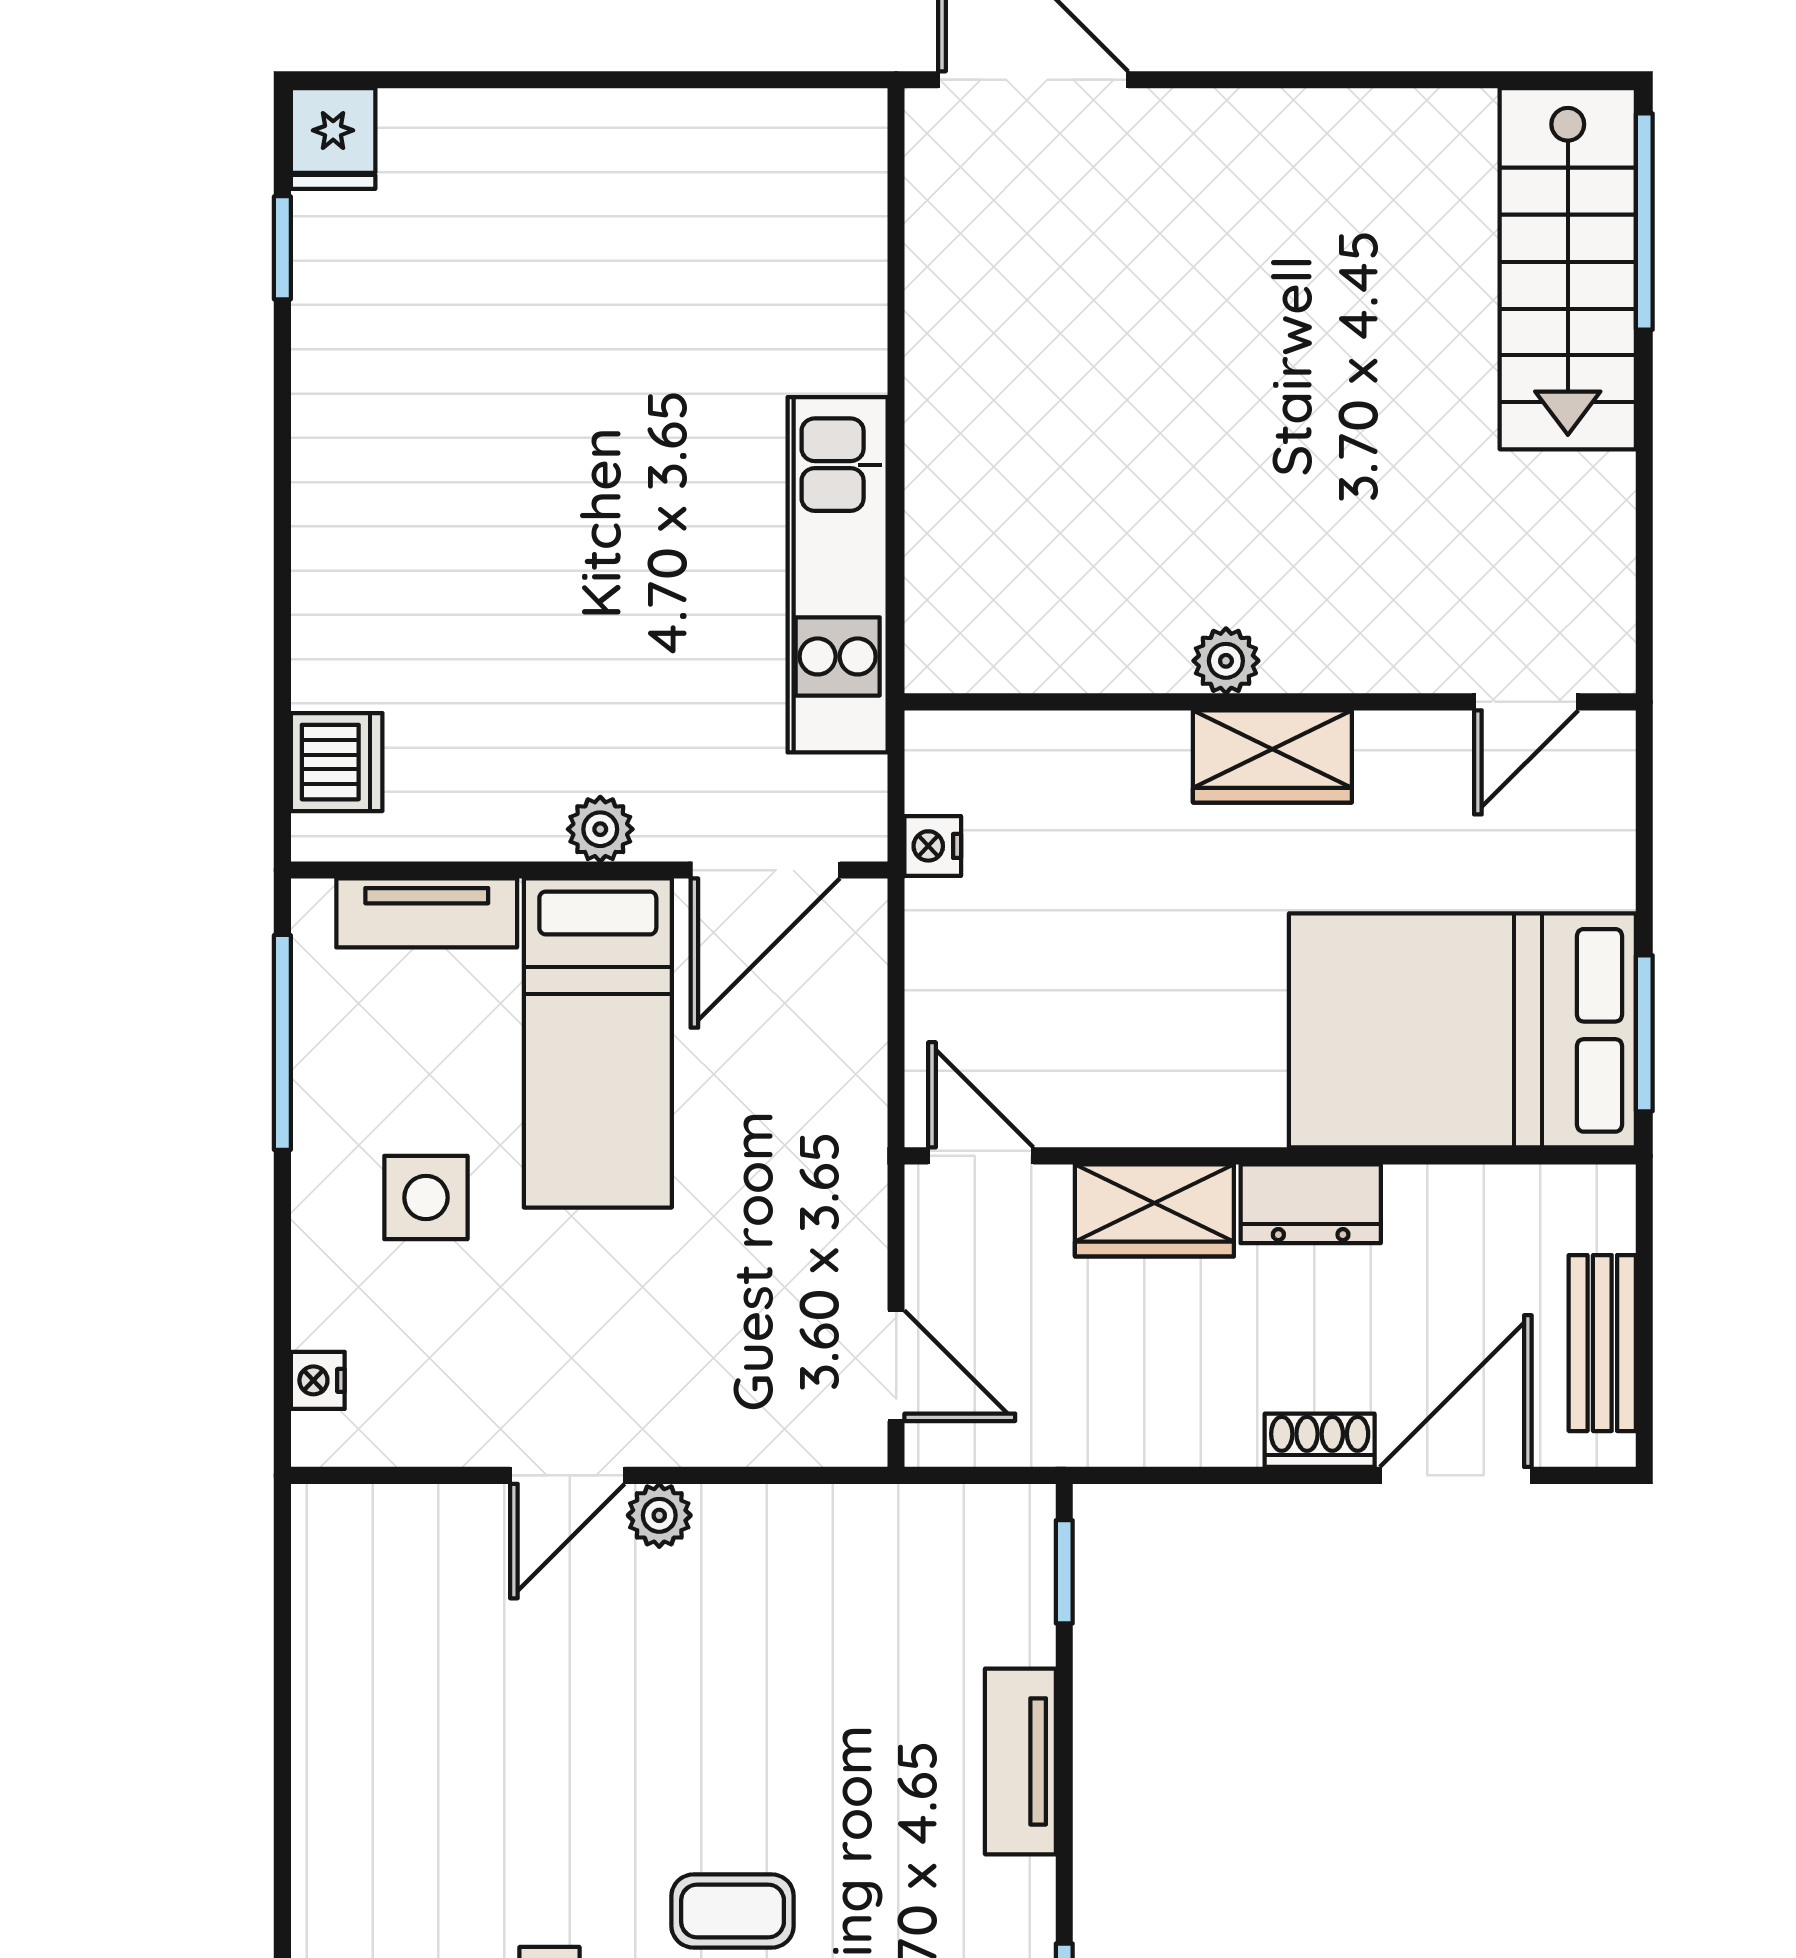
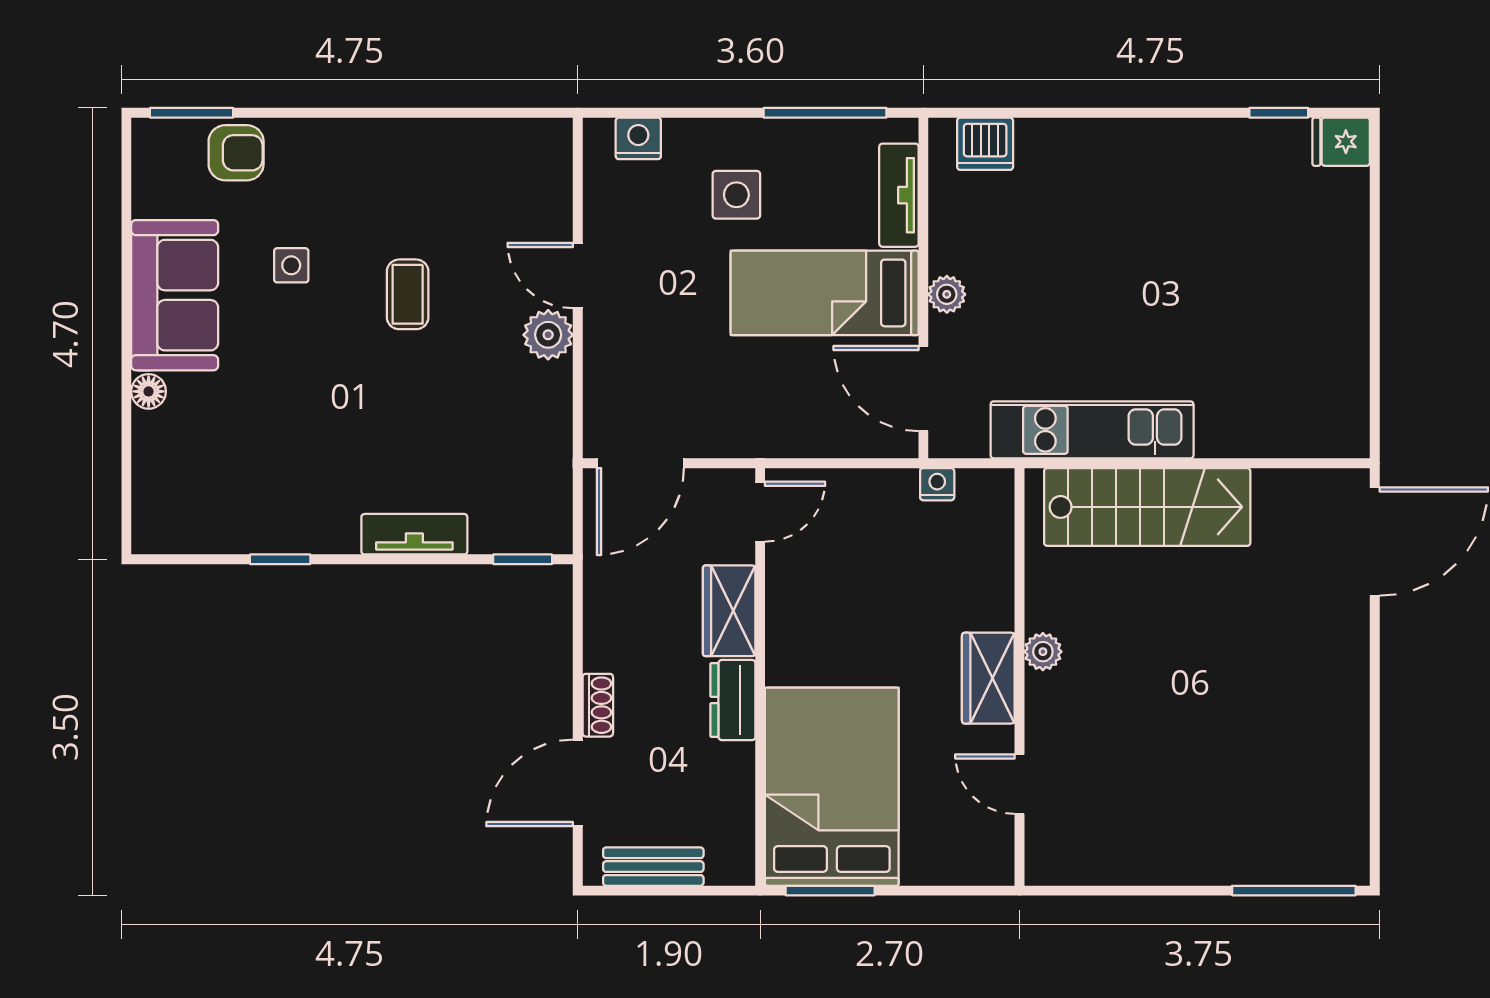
stairs: (1568, 269) -> (1147, 507), moved, turned 180
door: (1526, 702) -> (1019, 784), moved
door: (896, 1366) -> (640, 463), width x1.38
nightstand: (318, 1380) -> (638, 138), width x1.39, depth x1.35
door: (1456, 1475) -> (578, 783), swing flipped
plant: (659, 1515) -> (548, 335), width x1.38, depth x1.38
coffee table: (733, 1911) -> (408, 294), moved

